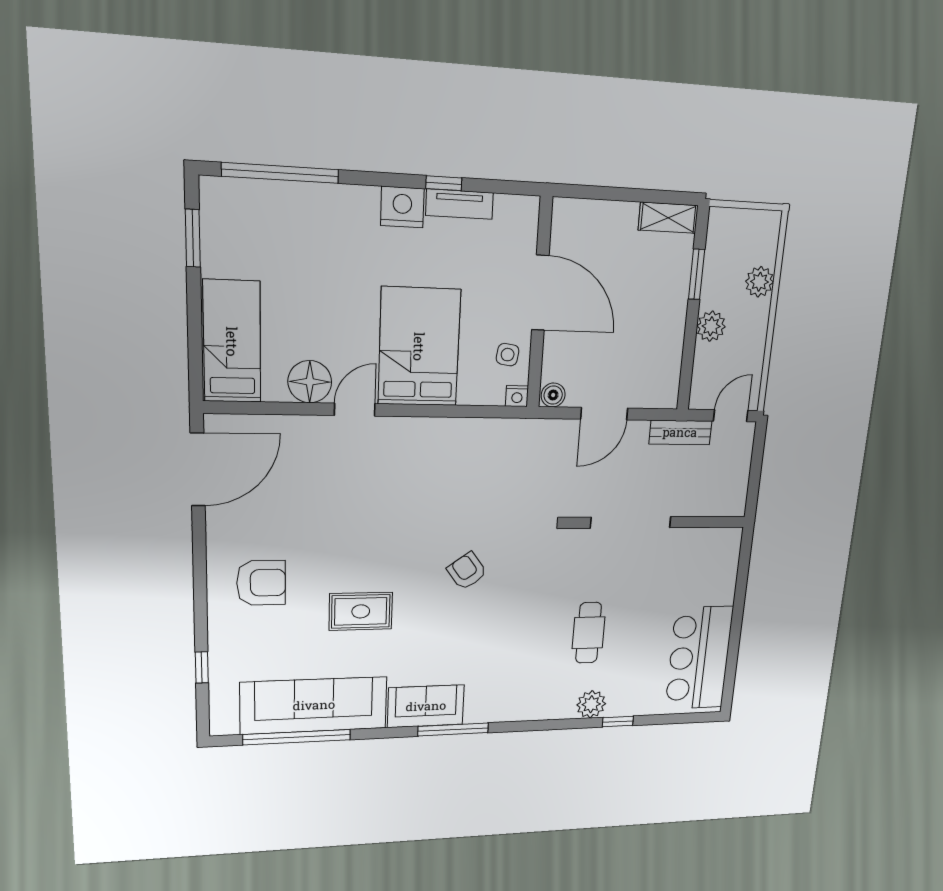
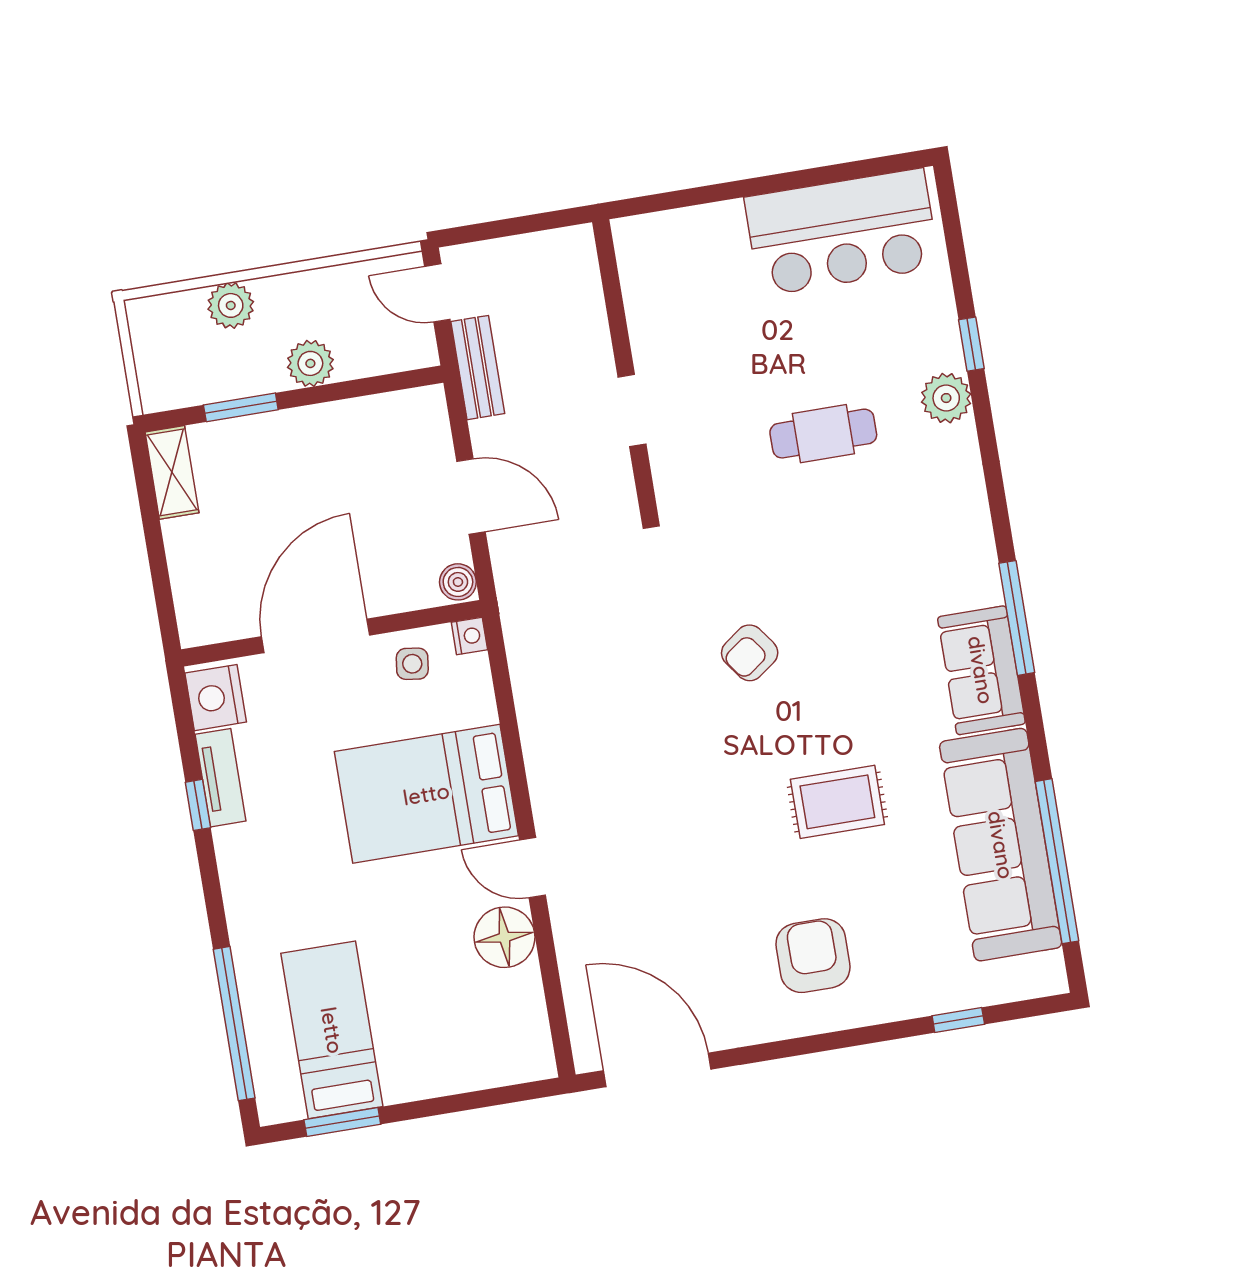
nightstand: (402, 207) -> (216, 698), moved
bed: (232, 342) -> (332, 1030), moved, turned 90
doorway: (631, 522) -> (632, 410), width x0.53
rug: (361, 611) -> (837, 802), turned 90

